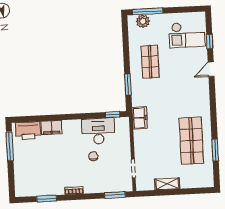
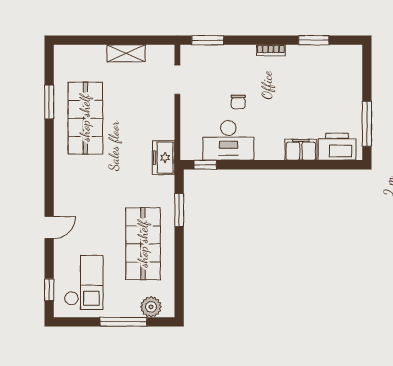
window: (148, 11) -> (123, 322), moved
checkout: (187, 35) -> (84, 282), turned 90
window: (210, 42) -> (49, 290), moved
shop shelf: (150, 62) -> (143, 244), width x1.43, depth x1.36

